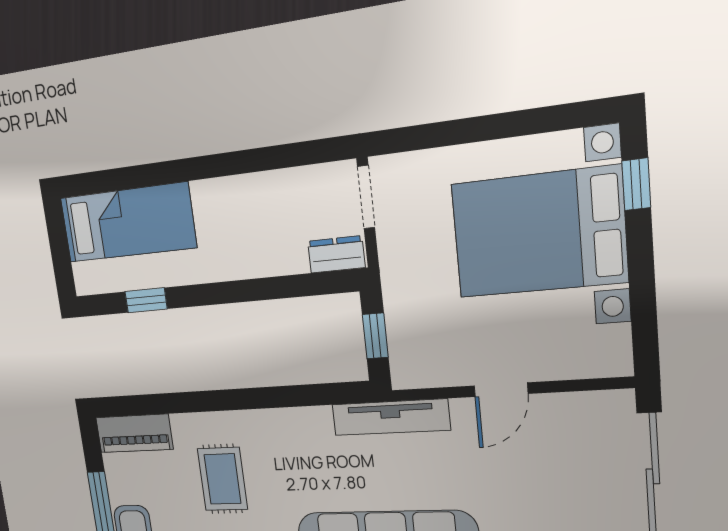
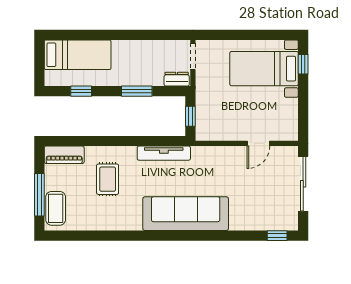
bed with nightstands: (539, 233) -> (264, 69), width x0.73
window: (256, 290) -> (137, 91), added
door: (501, 390) -> (258, 143), moved
tv unit: (391, 417) -> (164, 153), moved

